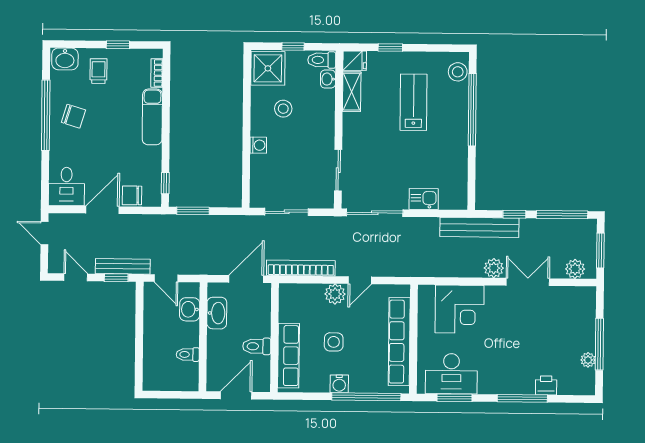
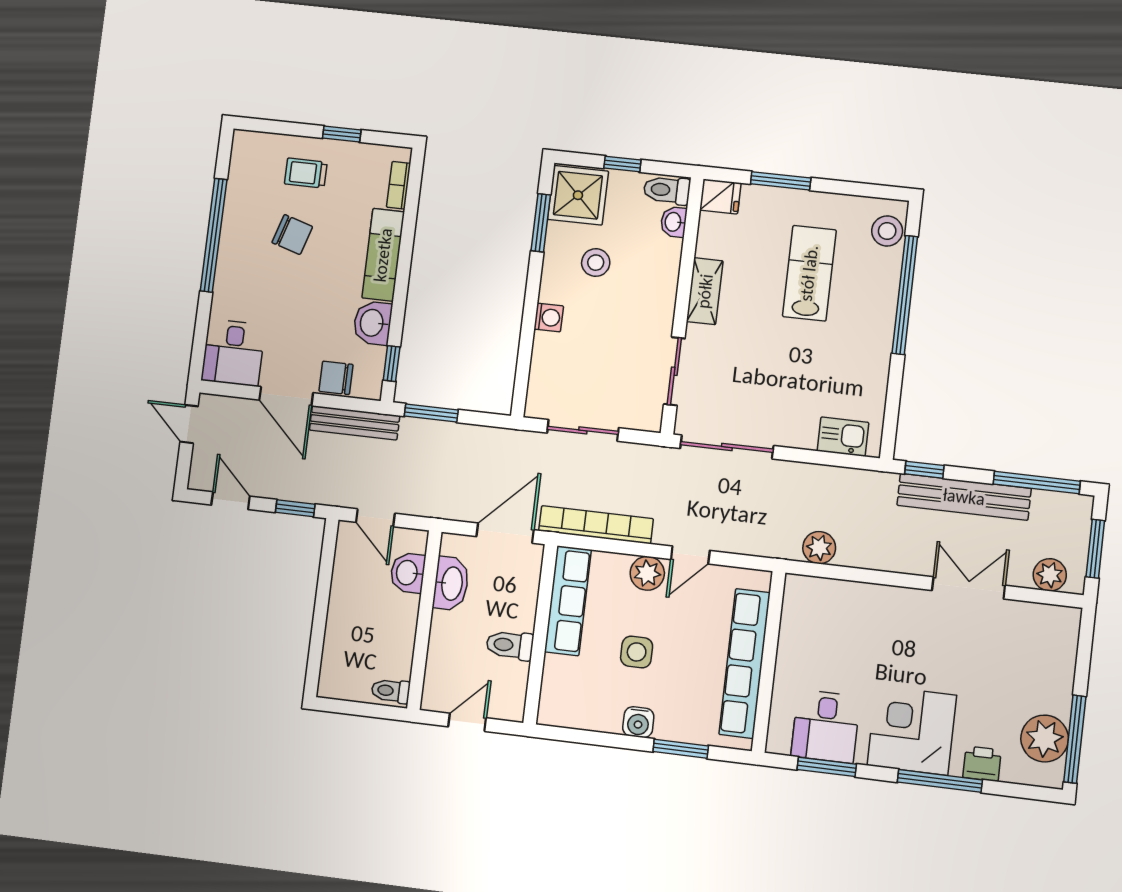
window: (390, 48) -> (781, 181), width x1.50
washbasin: (65, 59) -> (373, 323), moved, turned 90
trolley: (98, 71) -> (306, 173), turned -90
window: (247, 88) -> (541, 223), added
shelving: (352, 92) -> (705, 291), moved
chair: (73, 116) -> (292, 235), moved
kitchen sink: (424, 199) -> (843, 437), moved
door: (103, 210) -> (286, 396), swing flipped
window: (514, 214) -> (924, 470), moved
bench: (479, 227) -> (964, 497), moved
bench: (123, 266) -> (355, 423), moved
plant: (494, 268) -> (819, 548), moved
corner desk: (460, 309) -> (912, 730), moved, turned 180
window: (599, 344) -> (1075, 739), moved
toilet: (188, 354) -> (391, 691), moved
row of seats: (288, 356) -> (568, 601), moved
plant: (588, 360) -> (1045, 739), width x1.88, depth x1.88
desk: (451, 374) -> (826, 726), width x0.73
door: (236, 395) -> (467, 722), width x0.73
window: (366, 397) -> (681, 749), width x0.47

